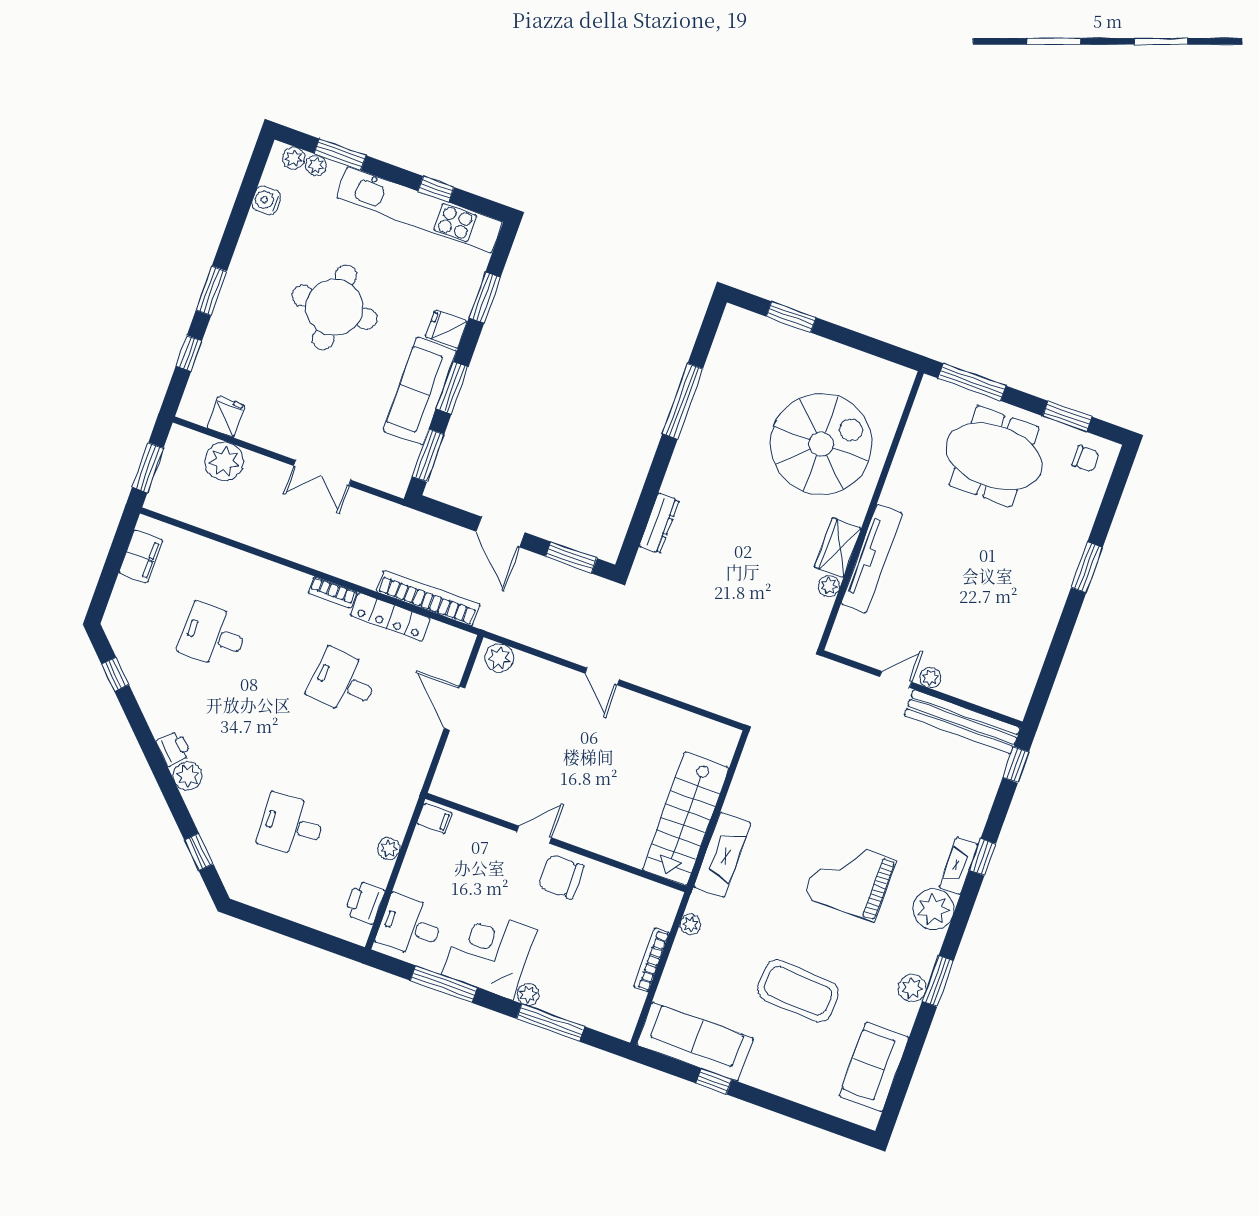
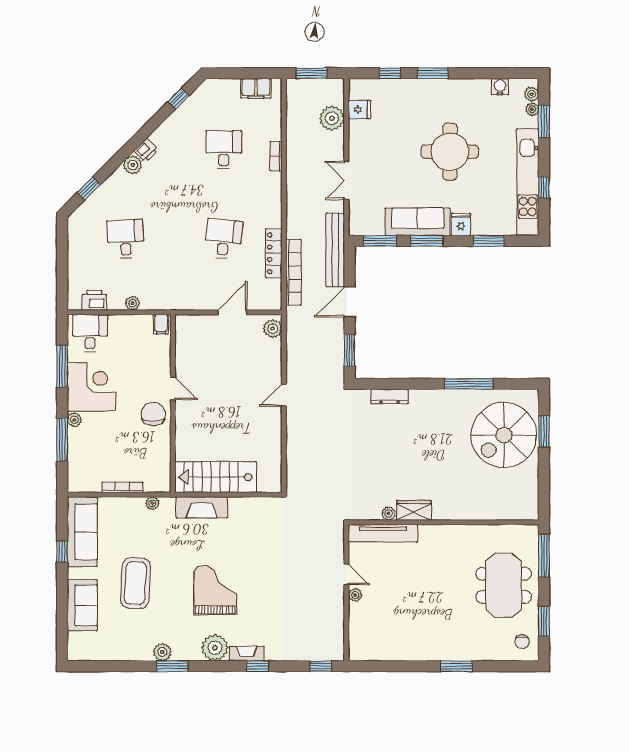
spiral stairs: (821, 444) -> (504, 435), moved, turned 90
tv unit: (872, 558) -> (383, 533), moved
bookcase: (332, 592) -> (276, 156), moved
bench: (962, 722) -> (335, 250), moved
sofa: (874, 1067) -> (82, 605), moved, turned 90

